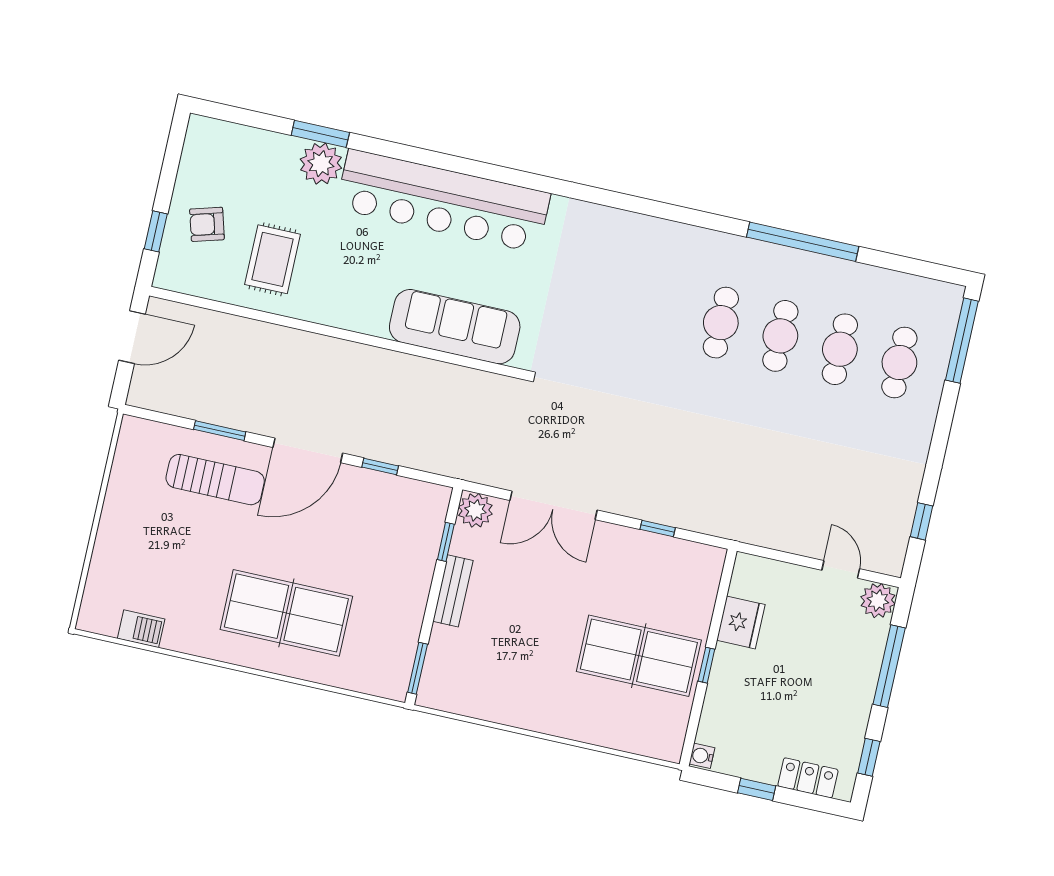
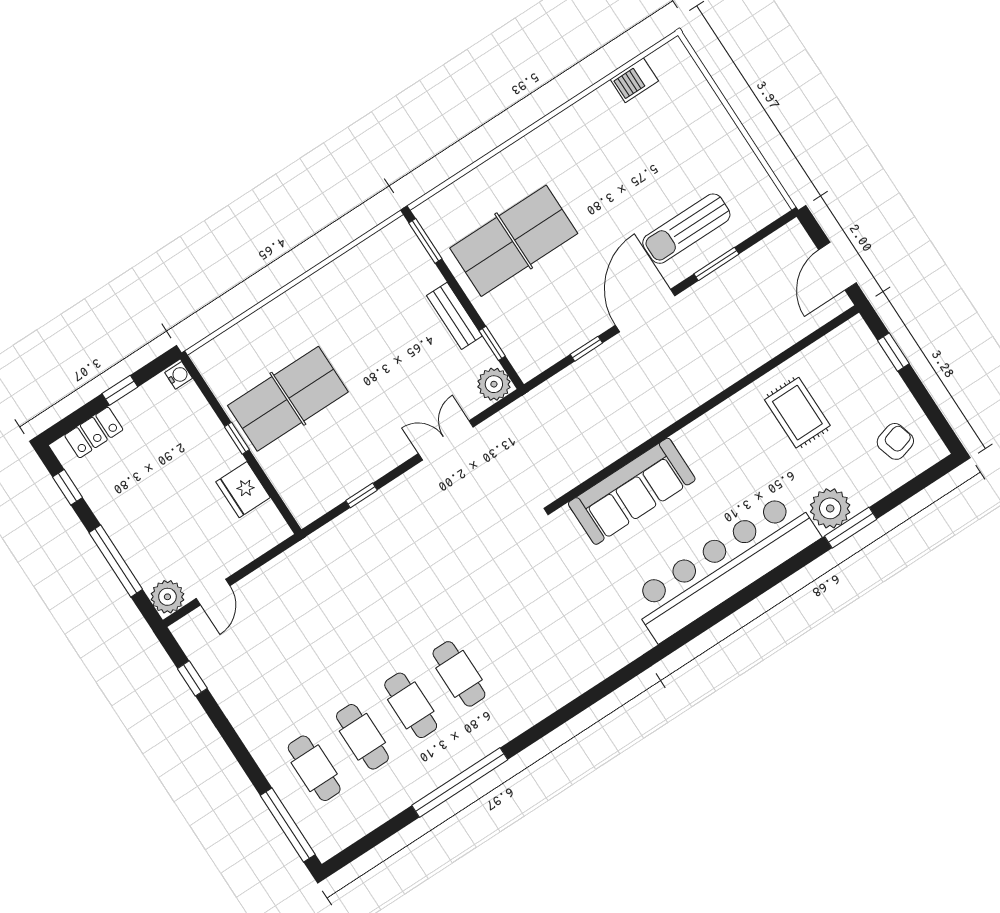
armchair: (207, 224) -> (895, 441), moved
double door: (554, 505) -> (446, 440), width x0.73
door: (841, 569) -> (213, 592), hinge flipped
table tennis table: (286, 613) -> (514, 241), moved

